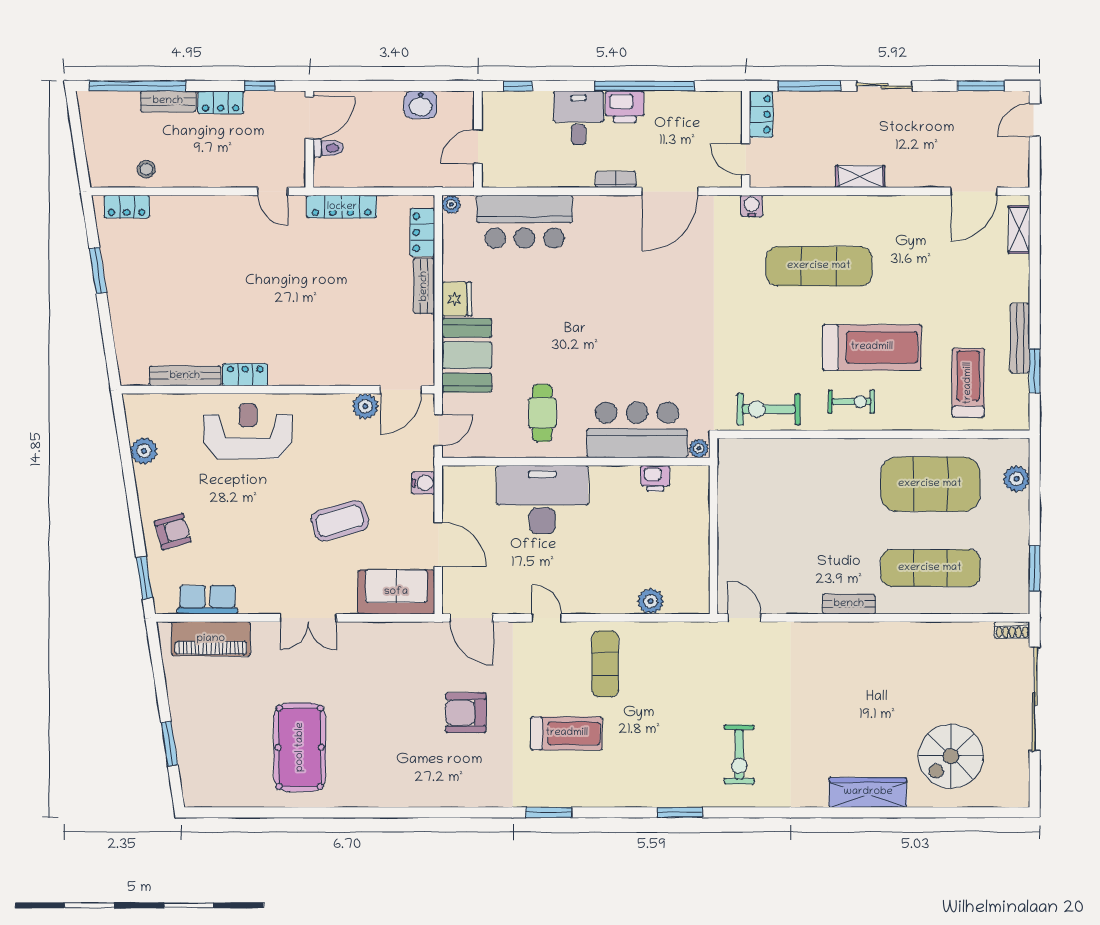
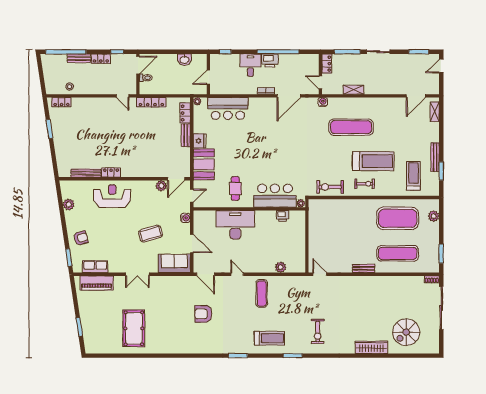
shelving: (860, 177) -> (353, 90), moved
treadmill: (567, 733) -> (270, 338), moved

